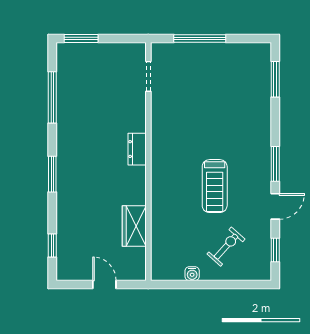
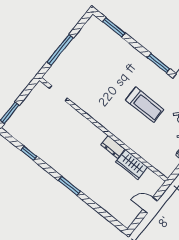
window: (52, 97) -> (29, 153), width x0.46
dresser: (137, 149) -> (113, 147), moved
window: (52, 245) -> (107, 216), removed

